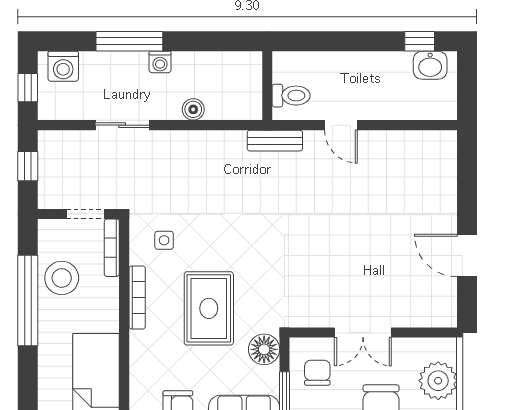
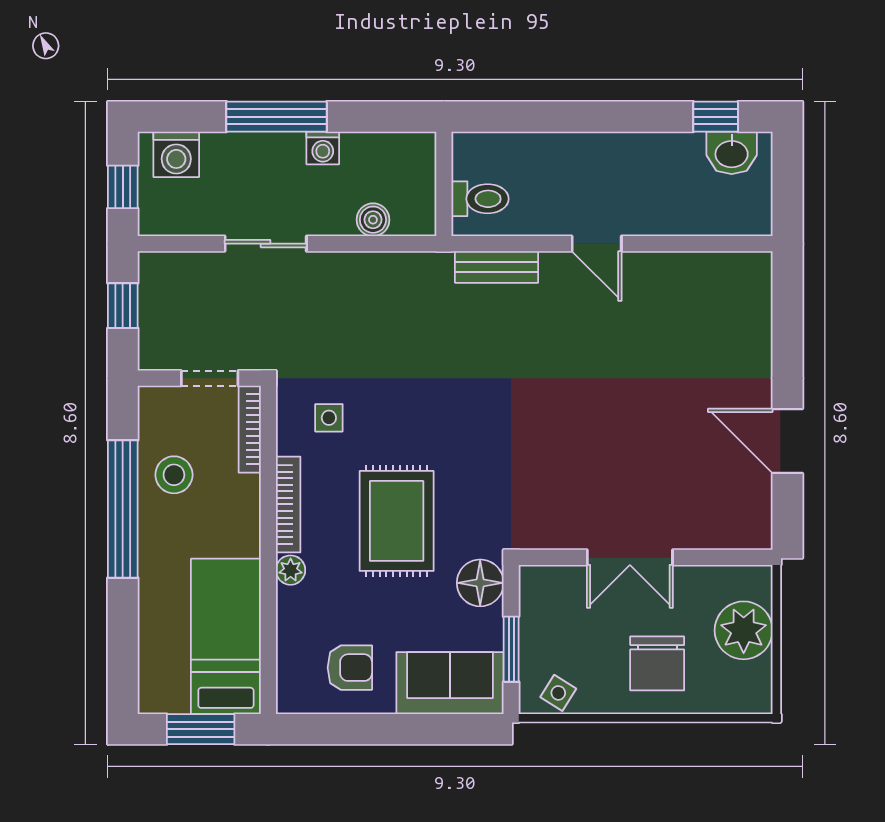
wall: (267, 86) -> (444, 184), moved
toilet: (291, 96) -> (480, 199), moved
stool: (62, 278) -> (174, 475), width x0.73, depth x0.73
plant: (139, 341) -> (291, 570), added
chair: (317, 373) -> (561, 618), removed

